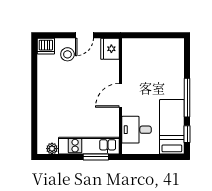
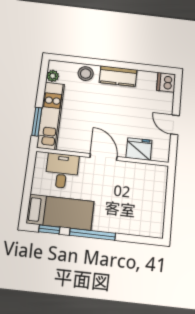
fridge: (110, 49) -> (139, 149), moved
stool: (67, 54) -> (86, 74), moved
kitchen counter: (45, 90) -> (118, 76), added

